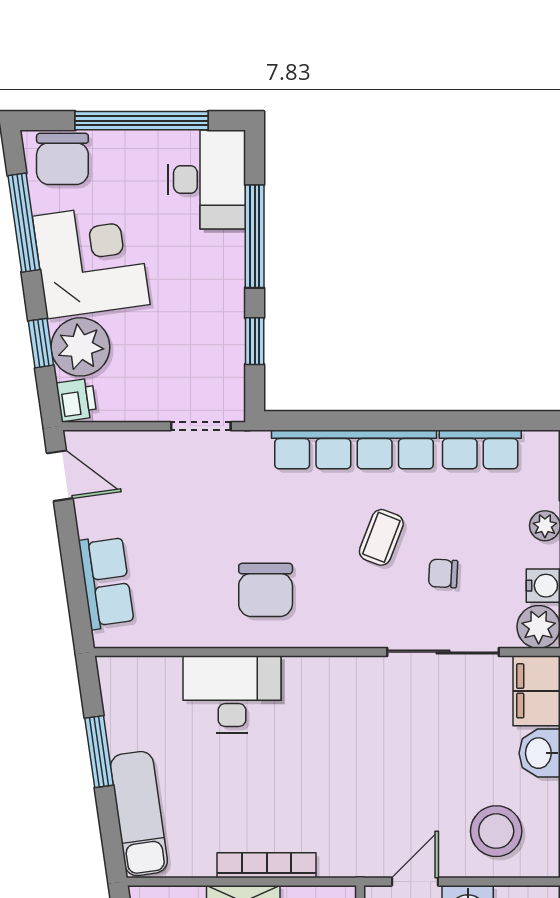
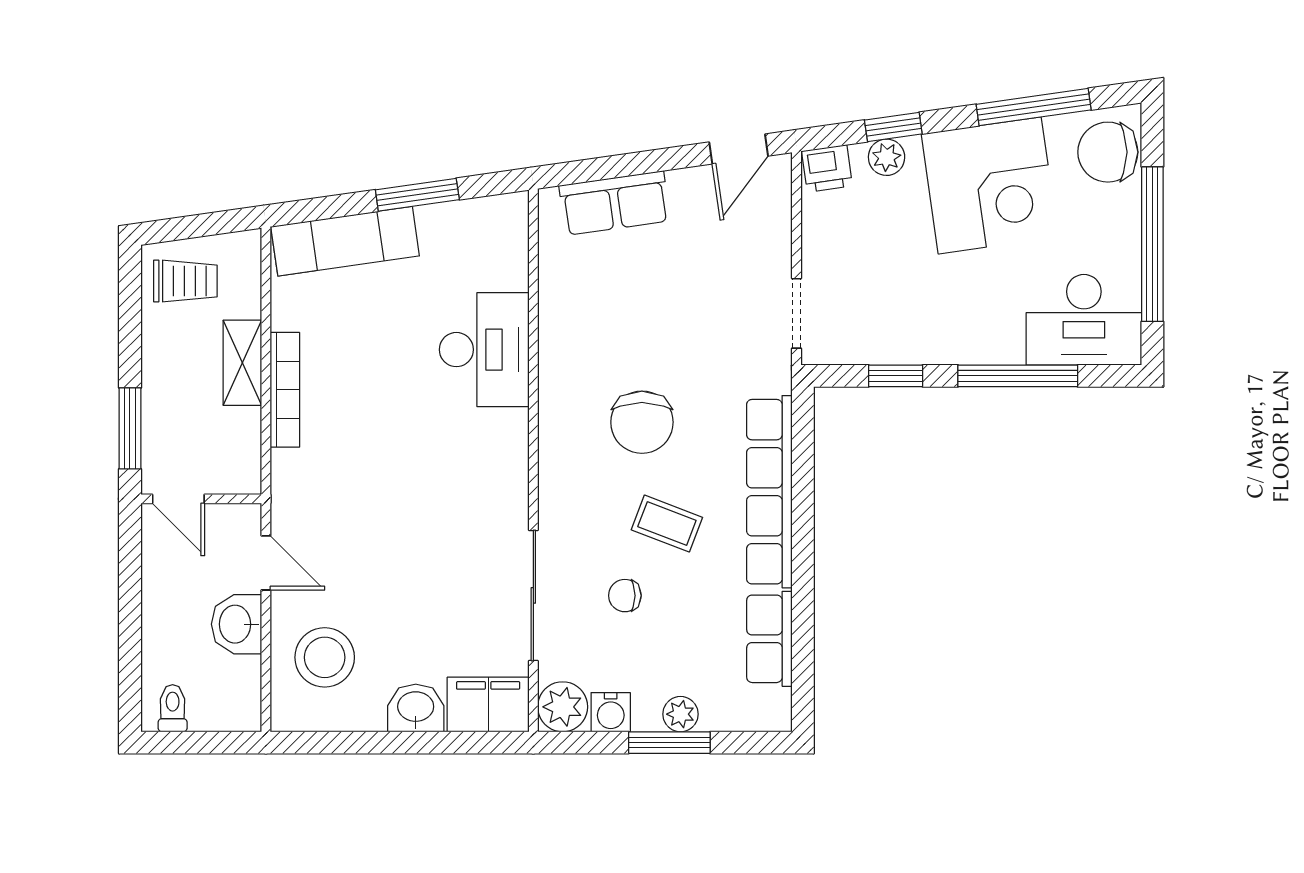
plant: (80, 347) -> (887, 157), width x0.53, depth x0.53
chair: (443, 573) -> (625, 596), turned -93
chair: (266, 590) -> (642, 422), moved, turned -90

